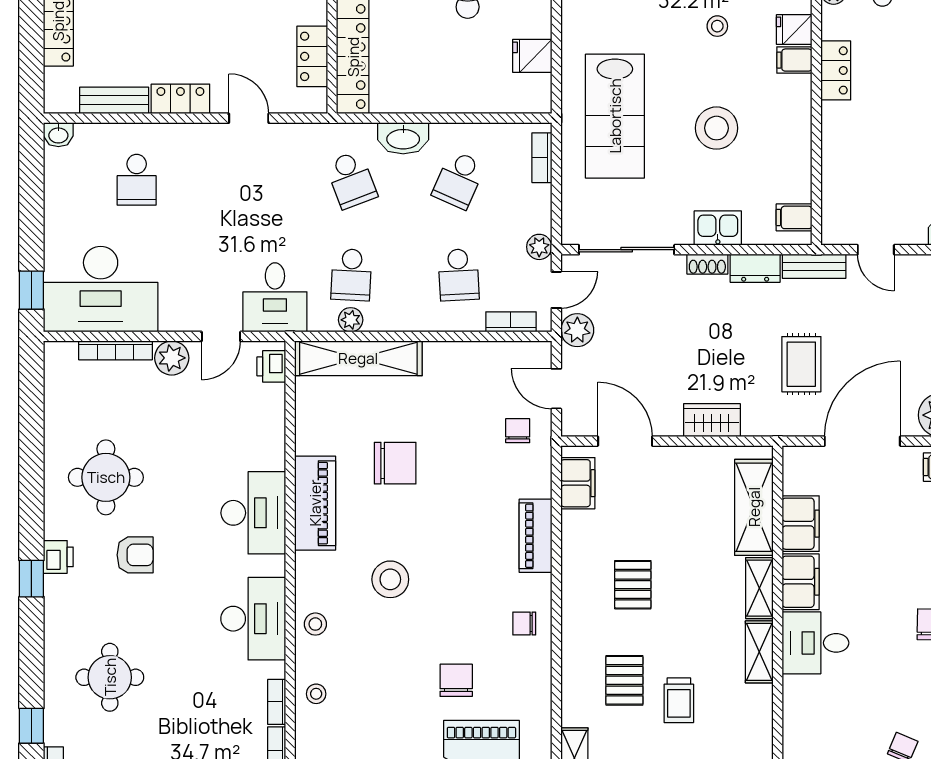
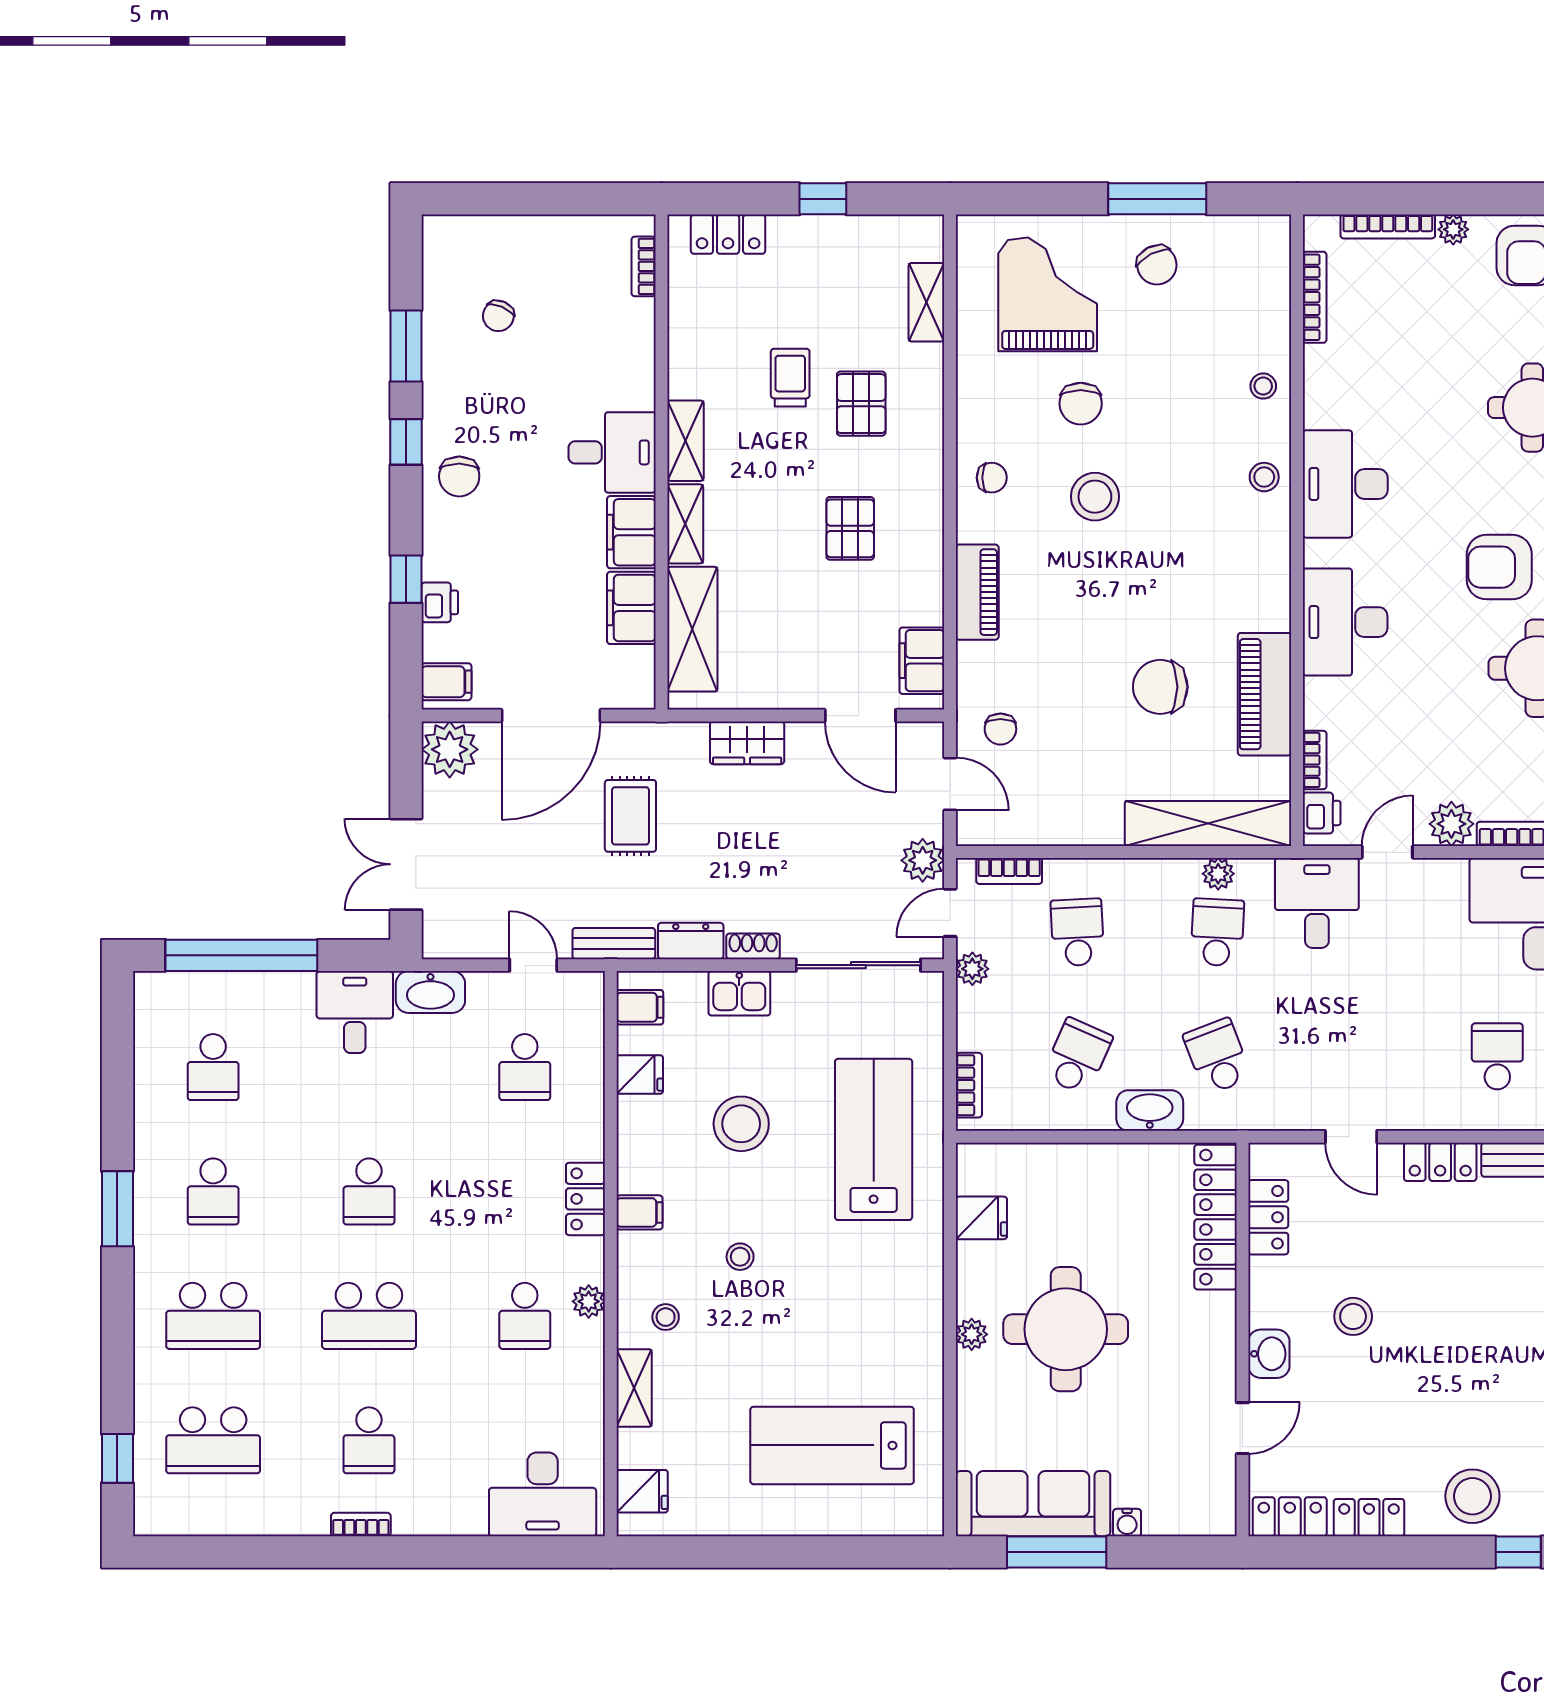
fridge: (794, 30) -> (640, 1074), moved
school desk: (882, 172) -> (525, 1067), added
piano: (315, 503) -> (1265, 694), moved
armchair: (135, 555) -> (1499, 567), width x1.38, depth x1.38
stool: (390, 579) -> (1095, 497), moved
bookcase: (277, 702) -> (1315, 760), moved

